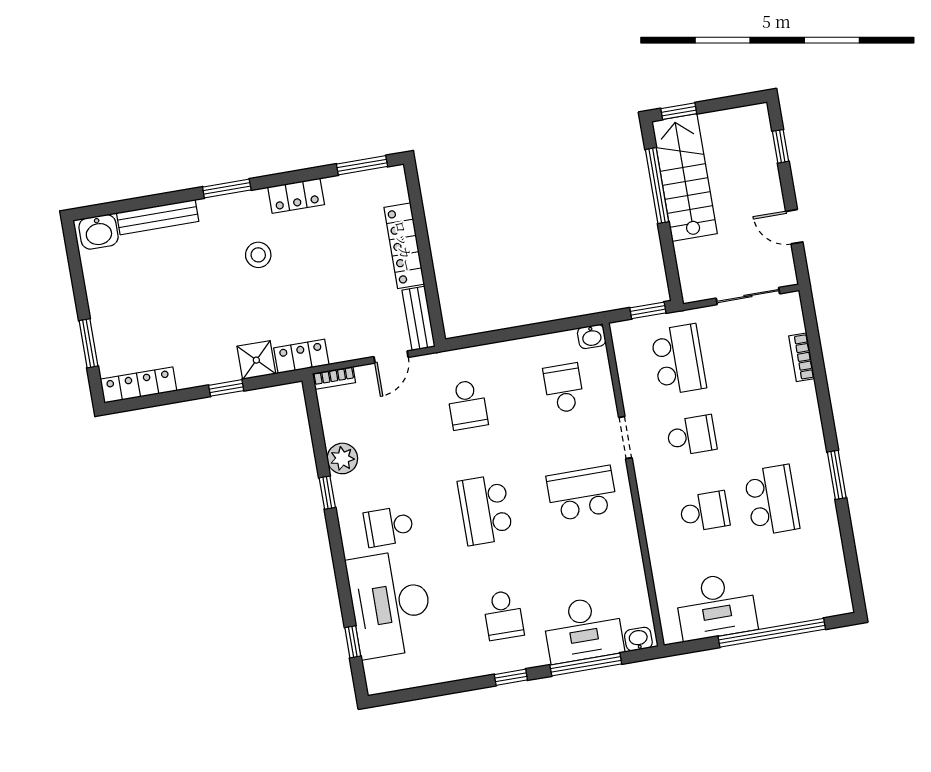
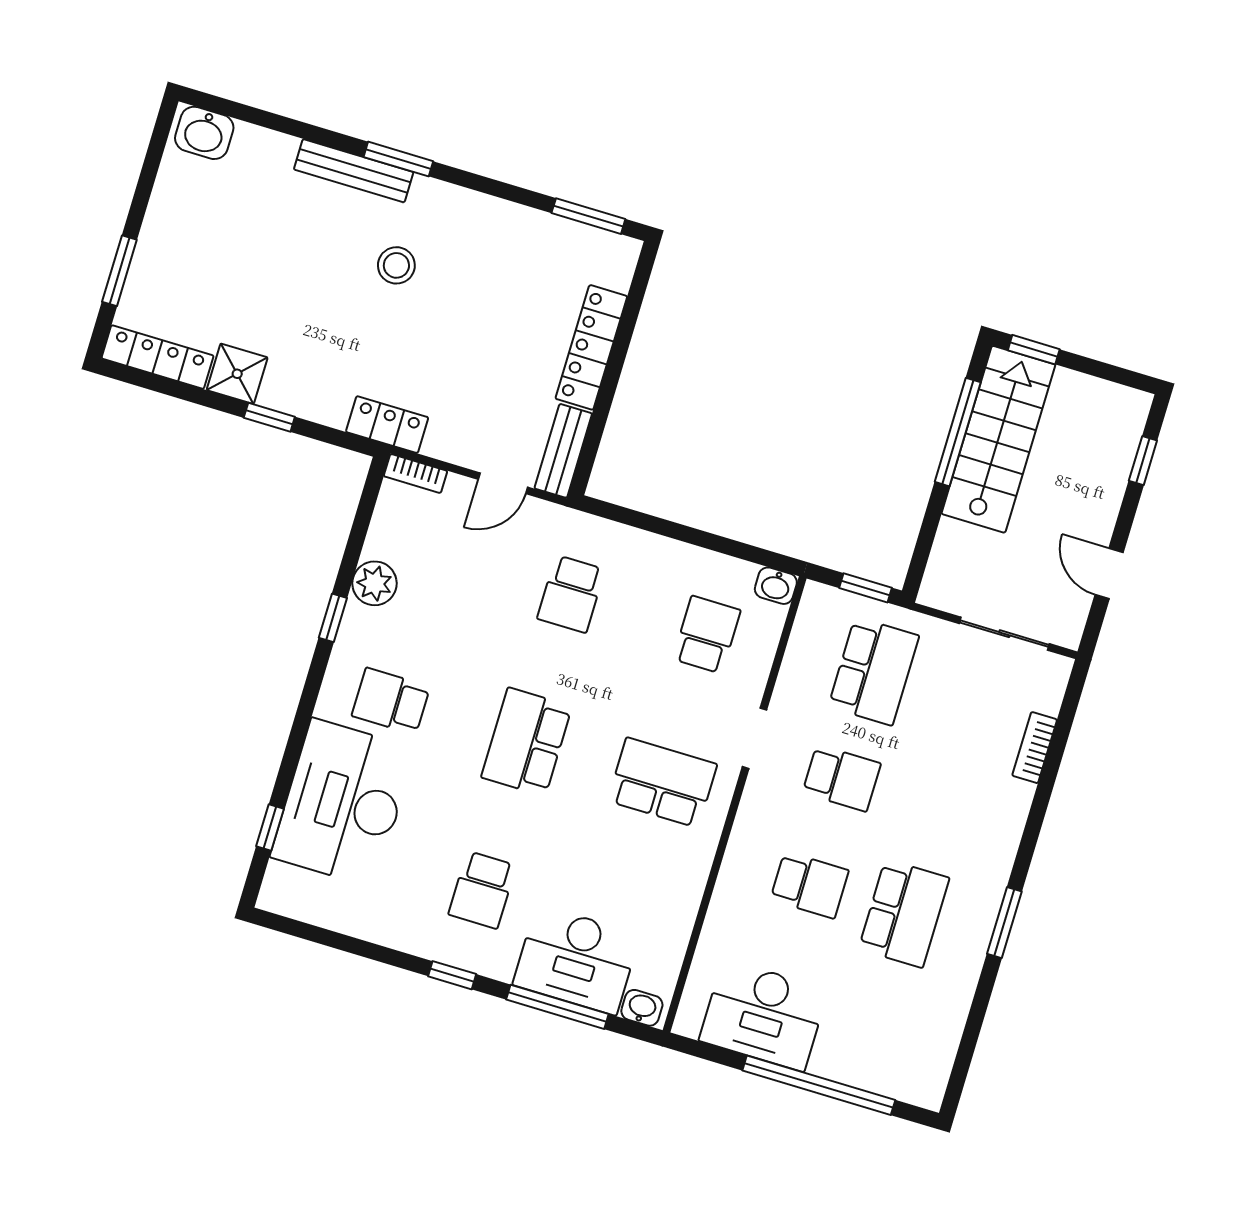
locker: (296, 196) -> (483, 213), removed
bench: (158, 217) -> (354, 171), moved
shower: (256, 360) -> (237, 374), moved

